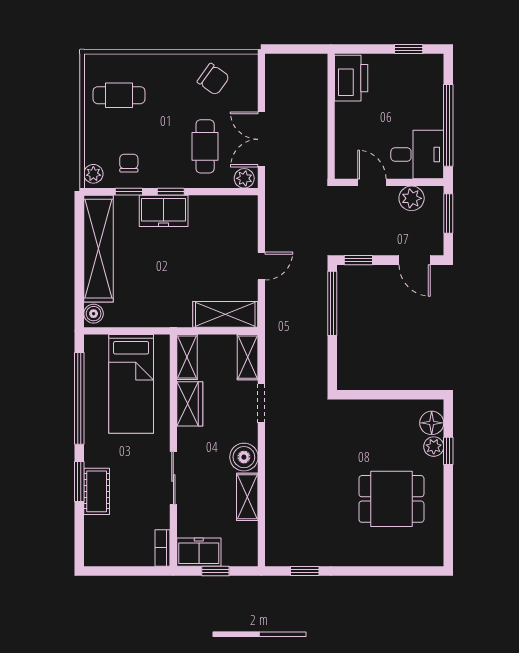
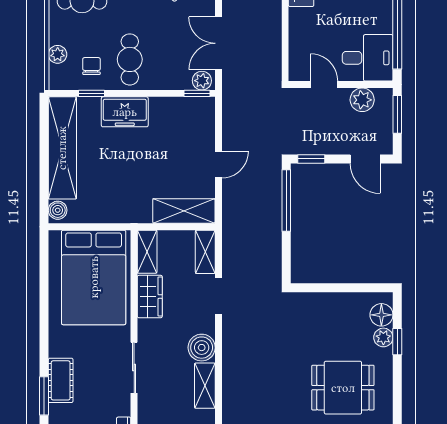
cafe table: (205, 146) -> (130, 59), moved
plant: (93, 174) -> (58, 54), moved
window: (171, 192) -> (197, 93), moved
bed: (131, 384) -> (94, 277), width x1.50
window: (79, 398) -> (44, 291), removed
window: (79, 482) -> (44, 396), moved

